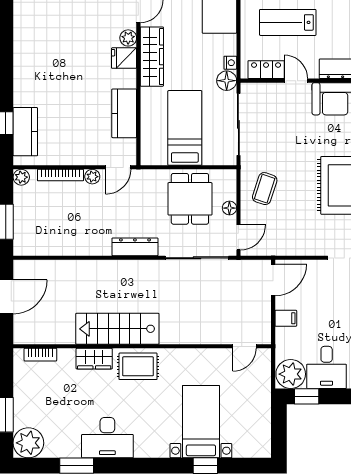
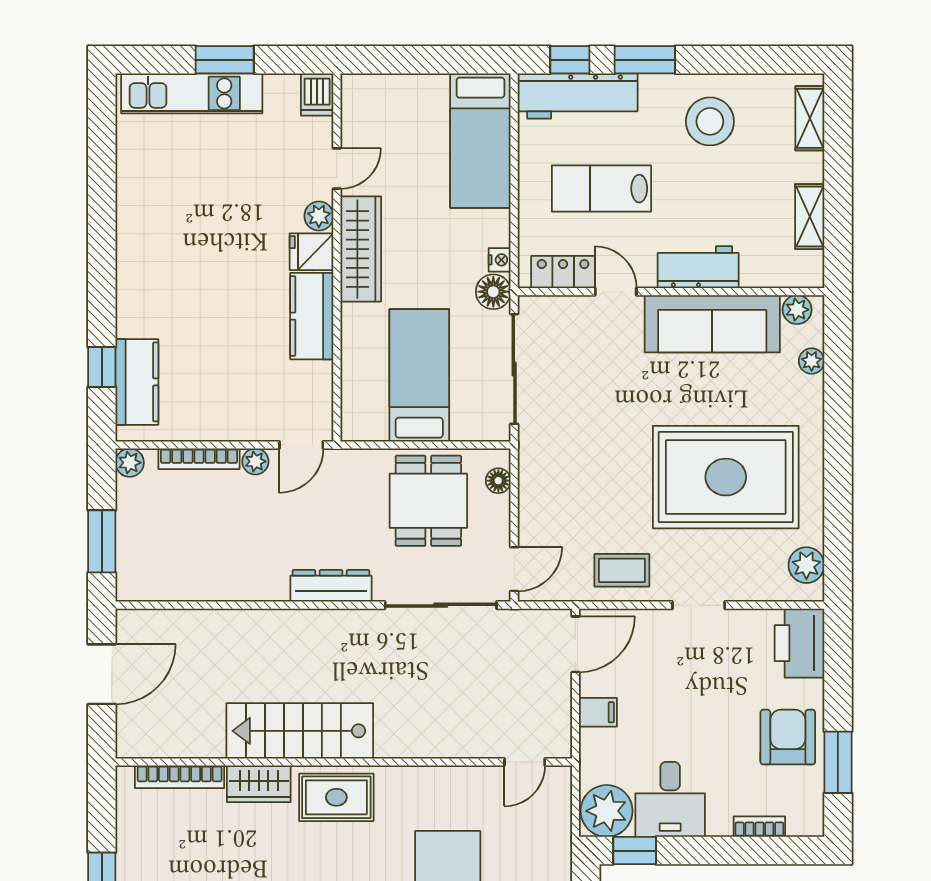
kitchen counter: (124, 113) -> (312, 316), moved
coffee table: (265, 189) -> (622, 570), moved, turned 72
floor lamp: (229, 208) -> (498, 481), moved
bookcase: (40, 355) -> (180, 777), width x1.56

